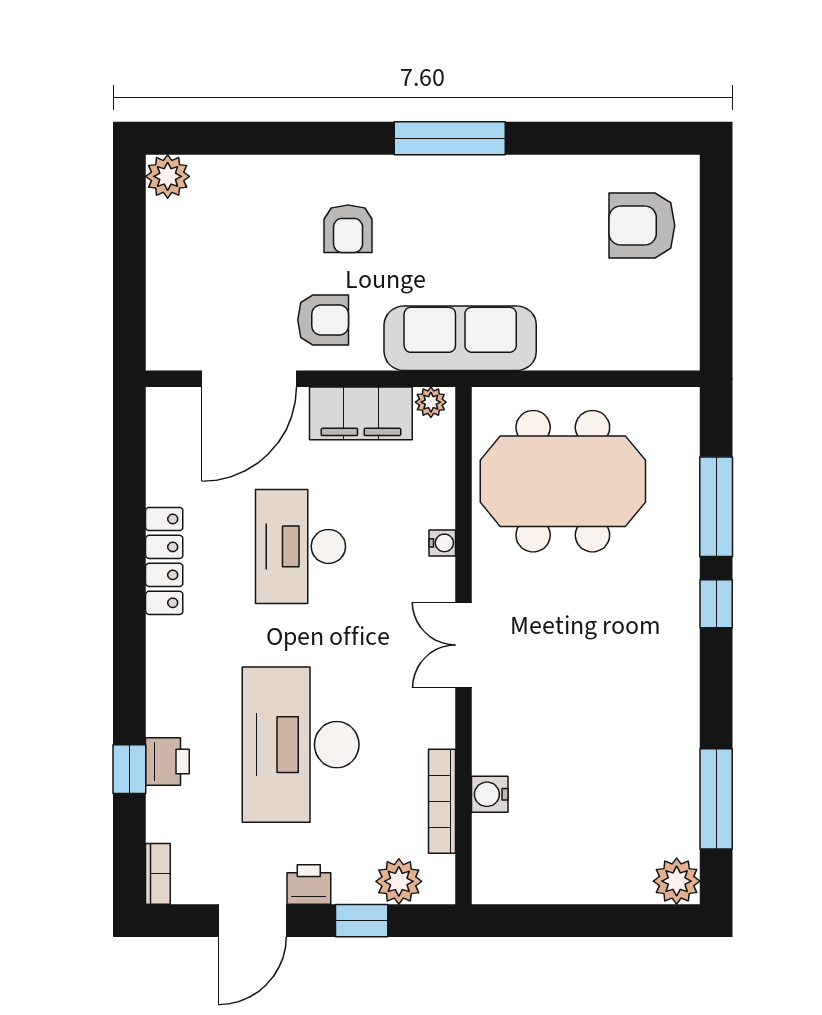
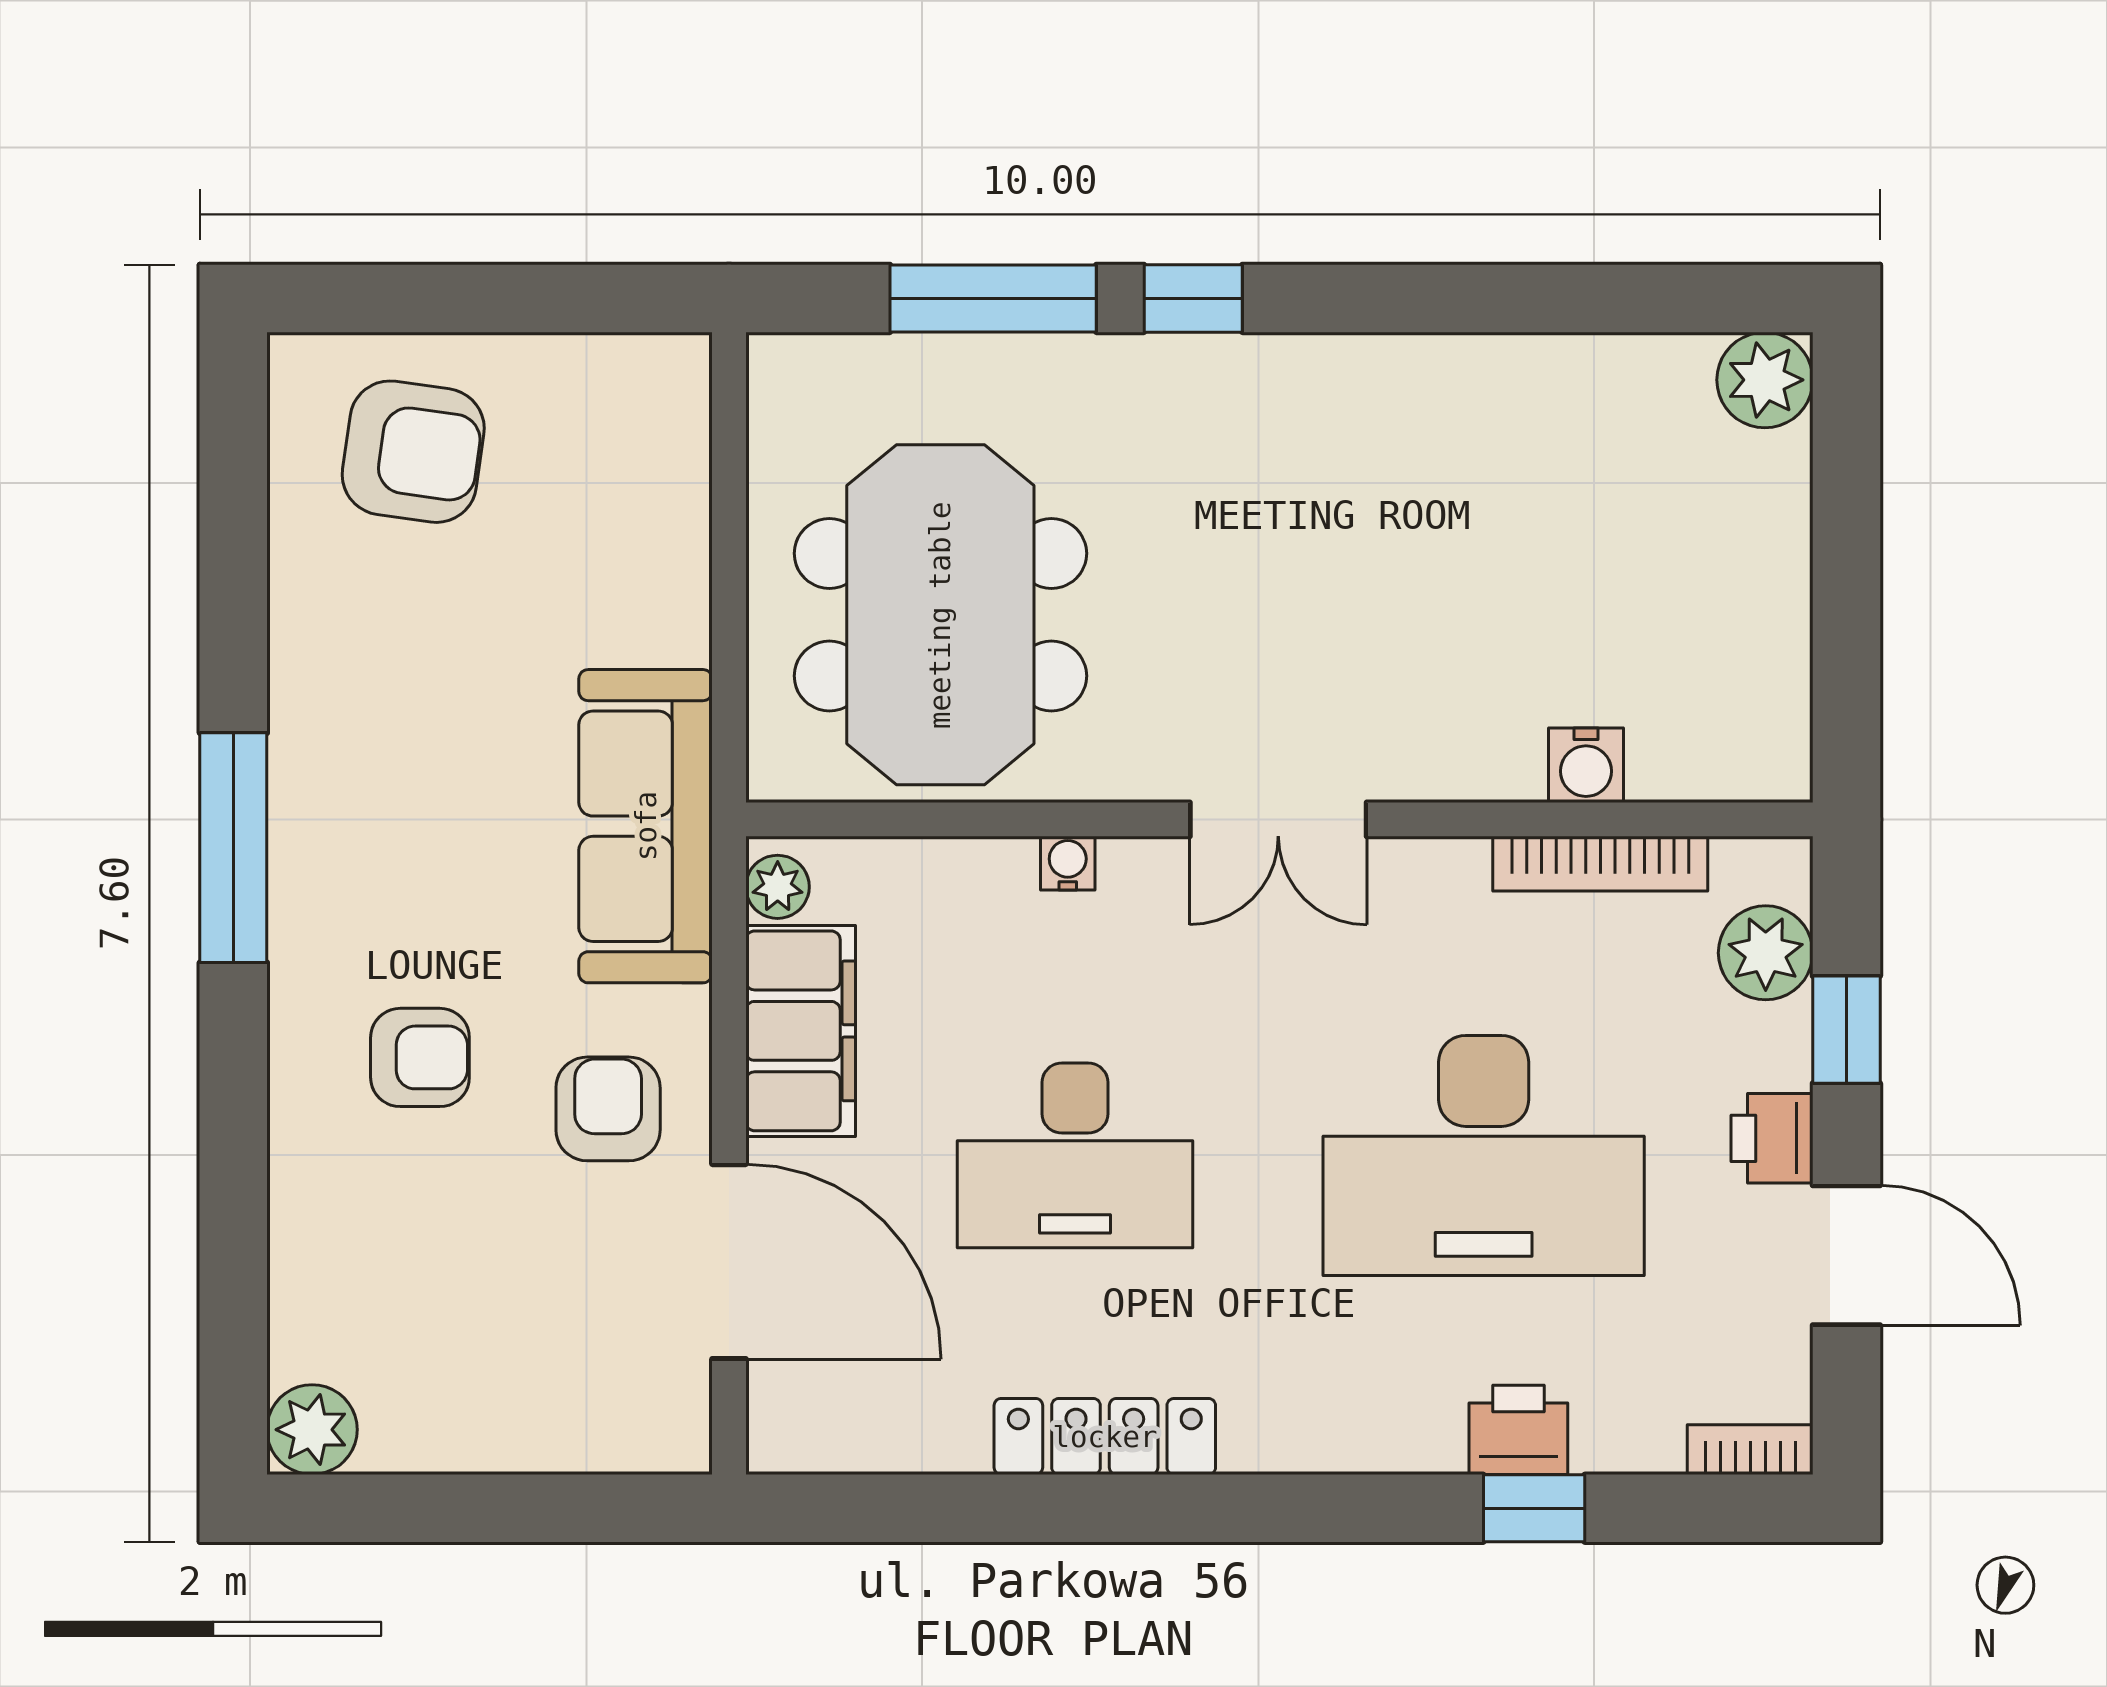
armchair: (642, 226) -> (413, 452), turned -82
window: (716, 799) -> (1596, 298), removed

